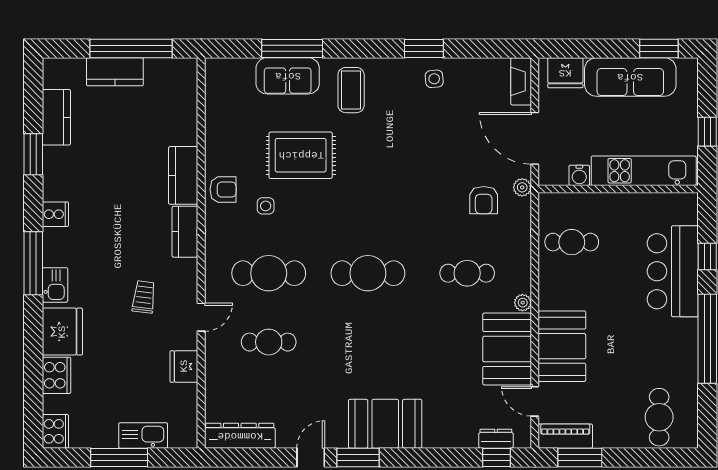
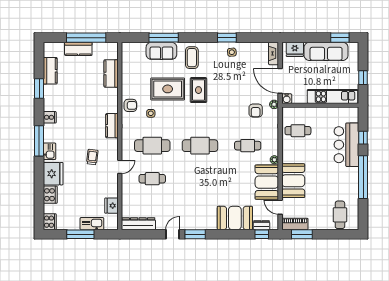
rug: (365, 158) -> (198, 90), added
kitchen counter: (183, 175) -> (111, 73), moved
water cooler: (579, 175) -> (287, 99), moved
fridge: (184, 366) -> (112, 206), moved
booth: (385, 424) -> (235, 218), moved

